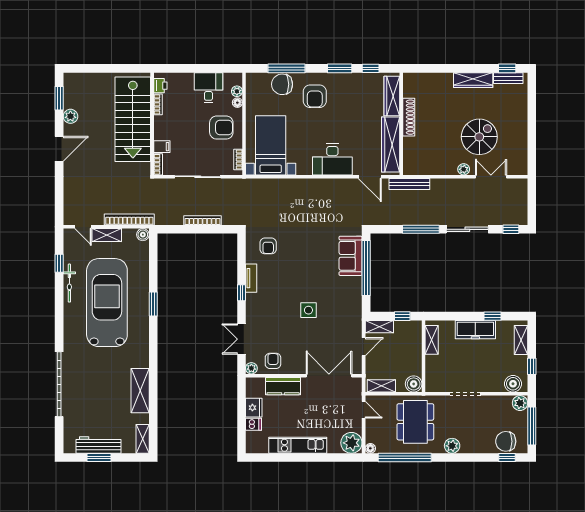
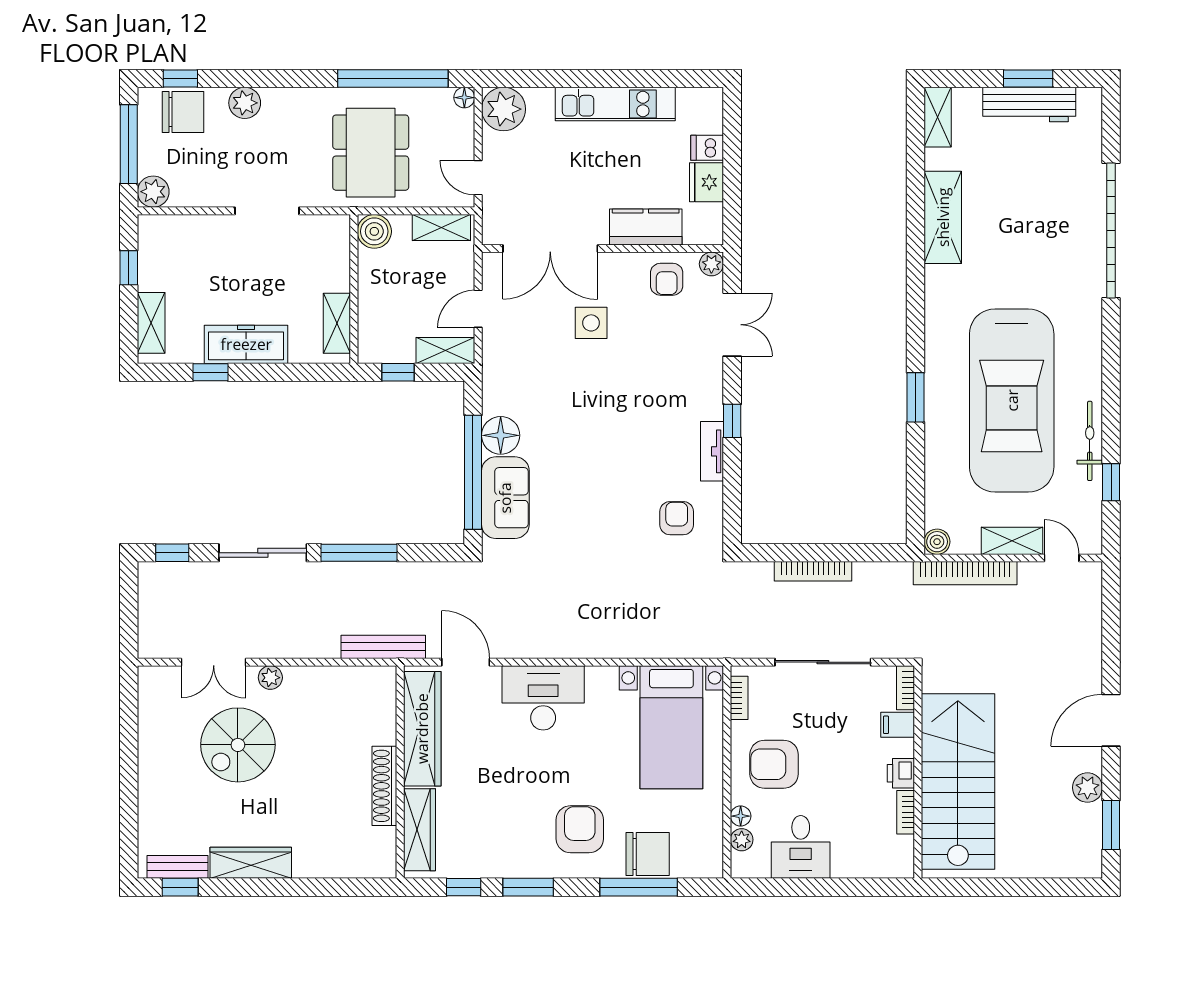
printer: (160, 86) -> (901, 773), moved
floor lamp: (353, 286) -> (501, 435), added
side table: (308, 310) -> (591, 323), moved
boiler: (513, 384) -> (168, 232), removed
plant: (452, 446) -> (245, 103), moved

